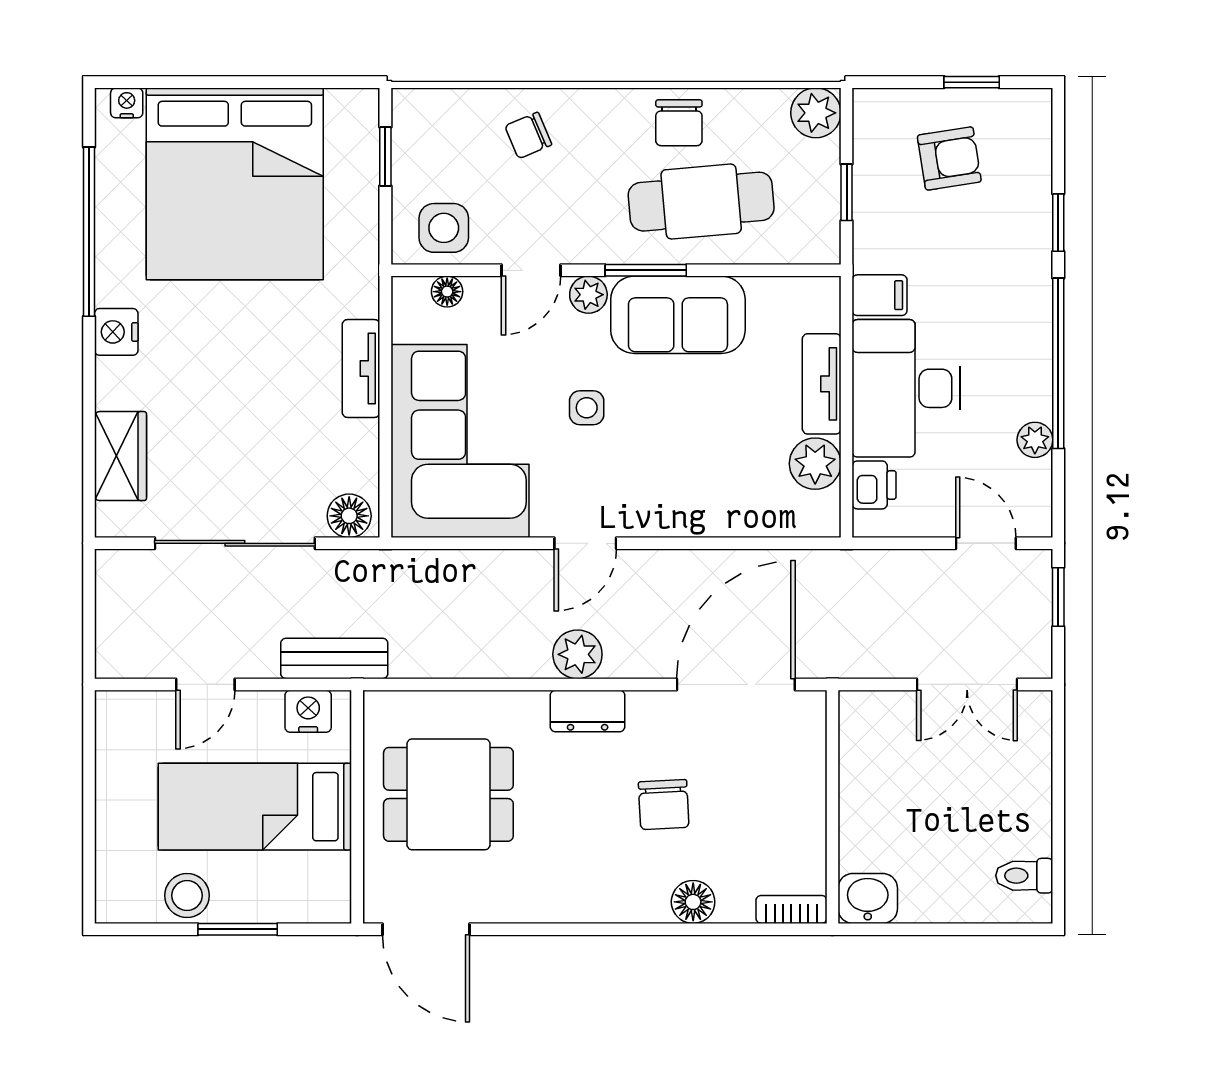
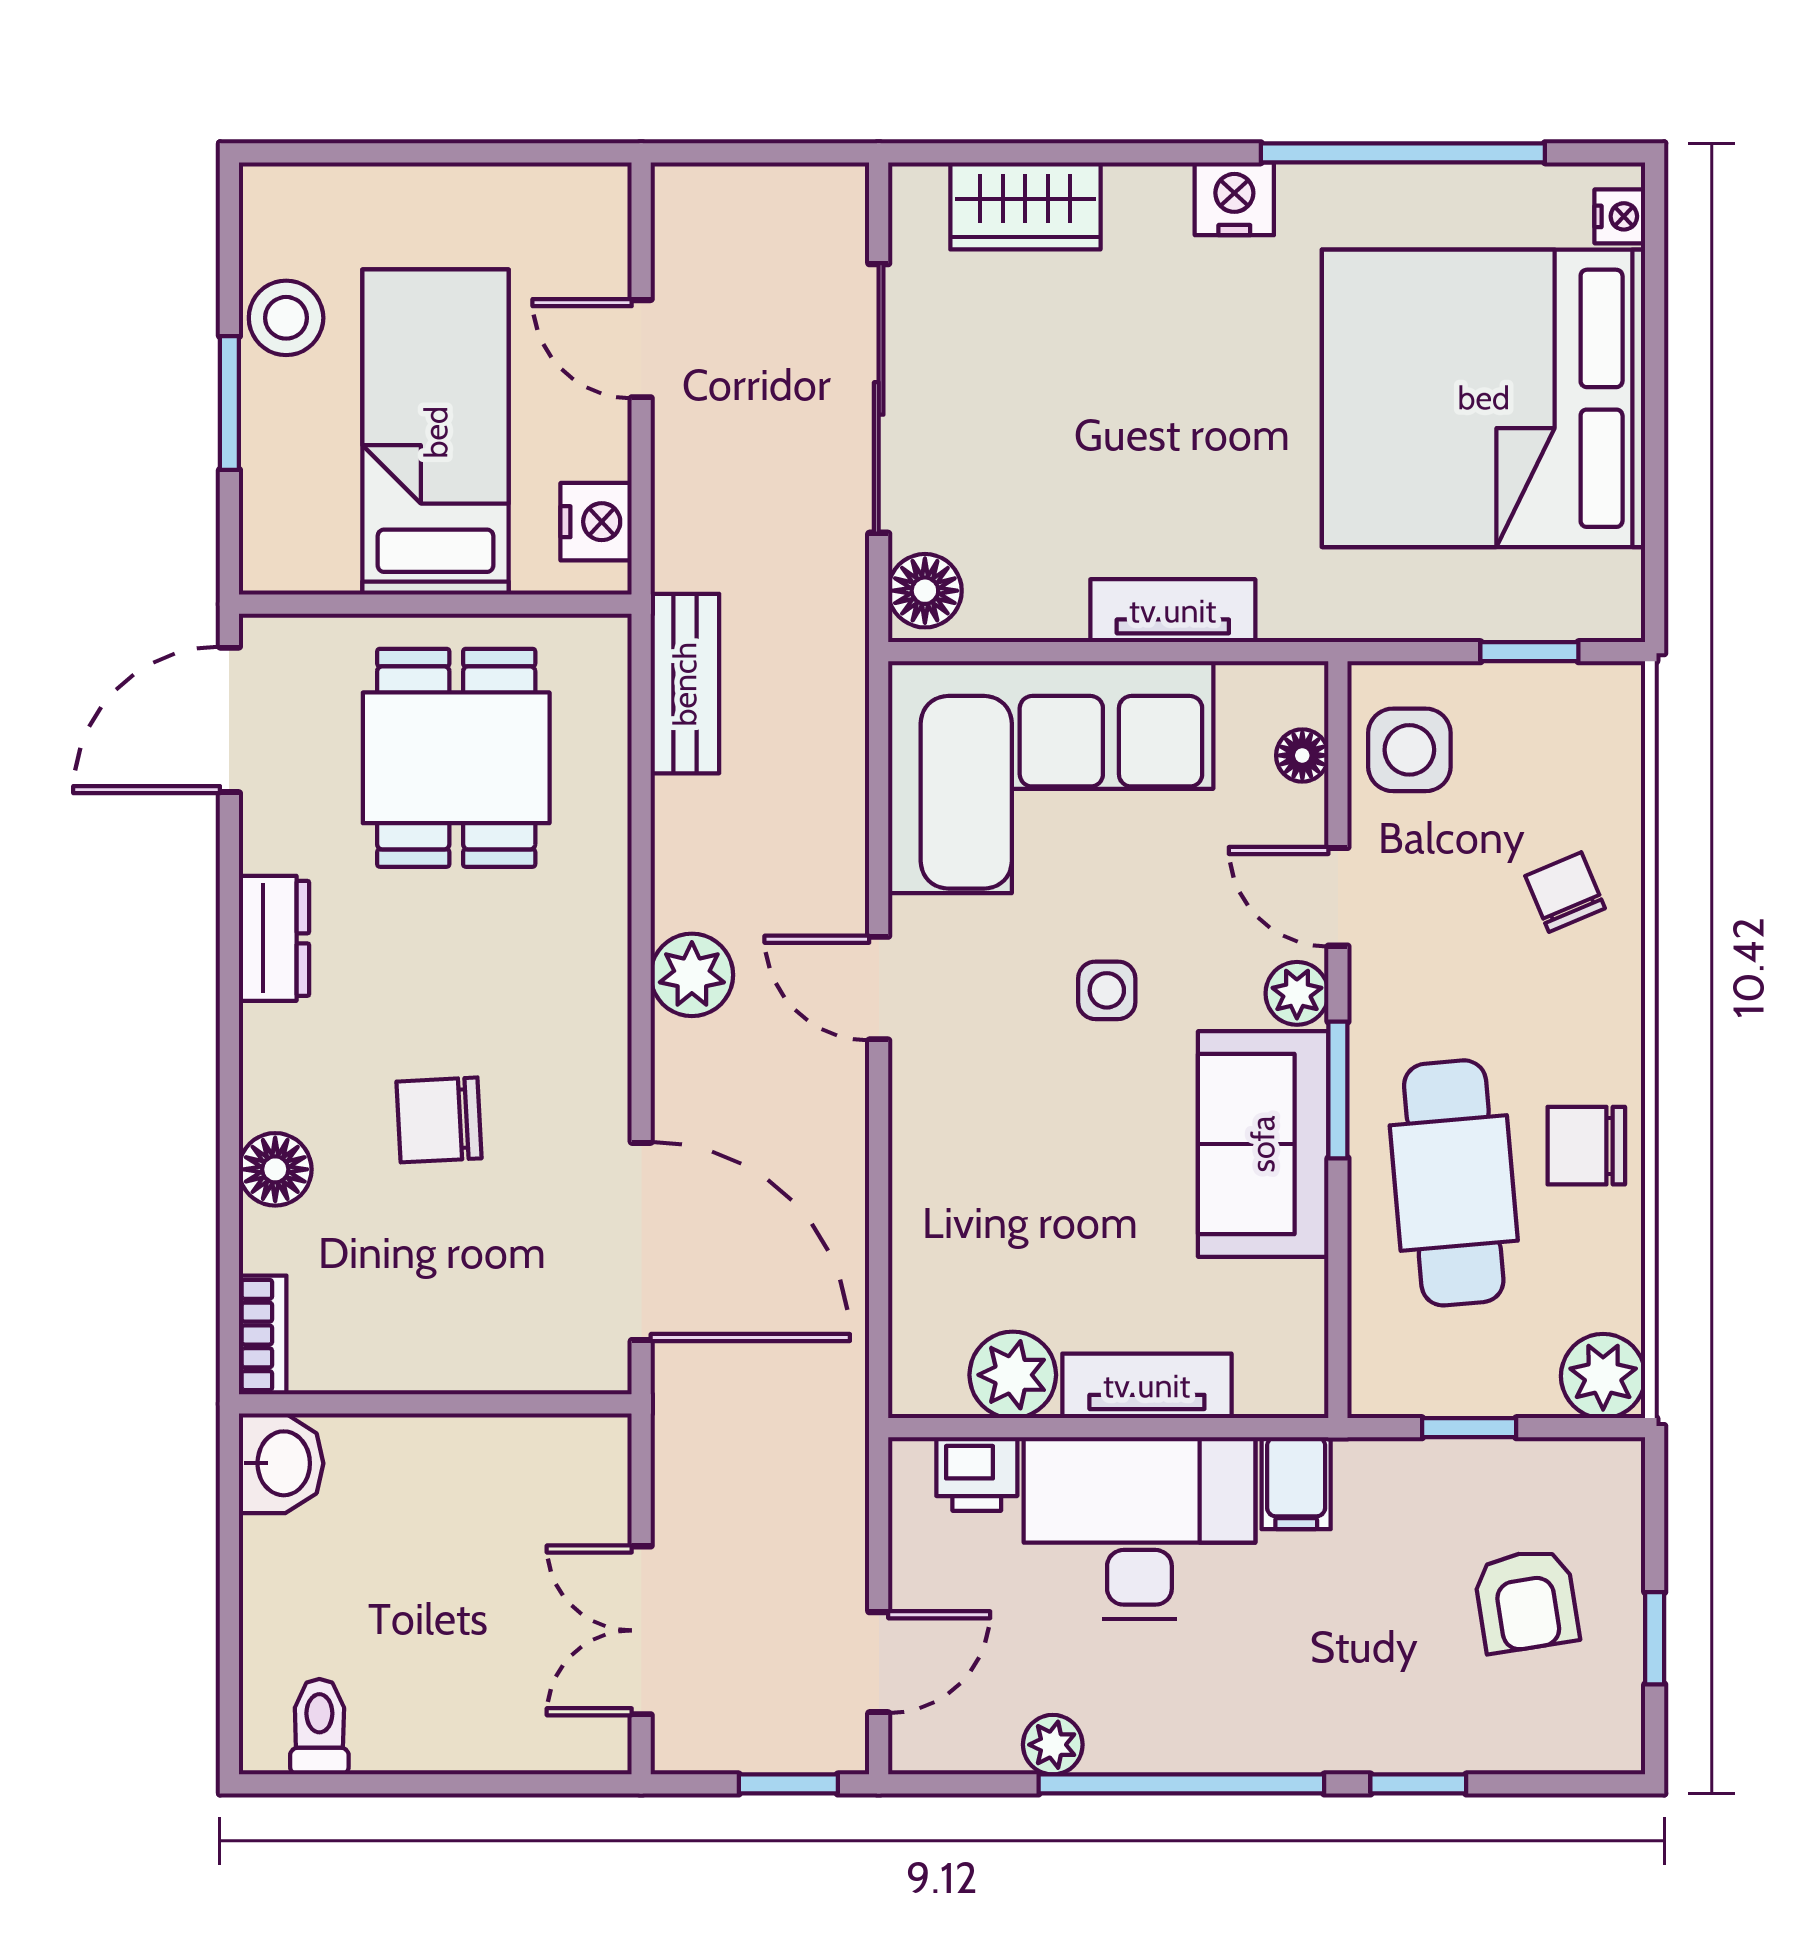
bench: (334, 658) -> (685, 684), moved
dresser: (588, 711) -> (274, 938), moved, turned 180

